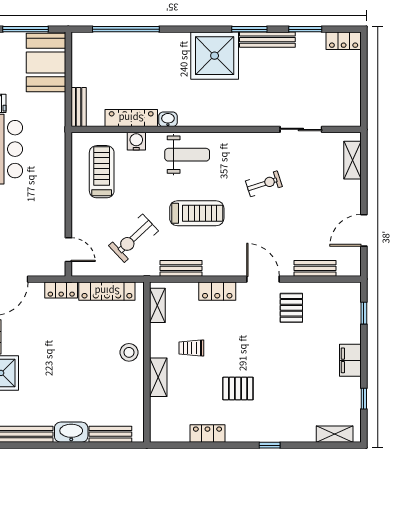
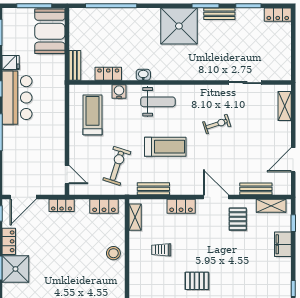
bench: (267, 40) -> (219, 14), width x0.73
locker: (131, 118) -> (108, 74), width x0.66
exercise bike: (133, 238) -> (117, 166), turned 151
locker: (107, 291) -> (104, 206), width x0.66
filing cabinet: (350, 360) -> (283, 244), moved
shelving: (158, 377) -> (271, 206), moved, turned 90

